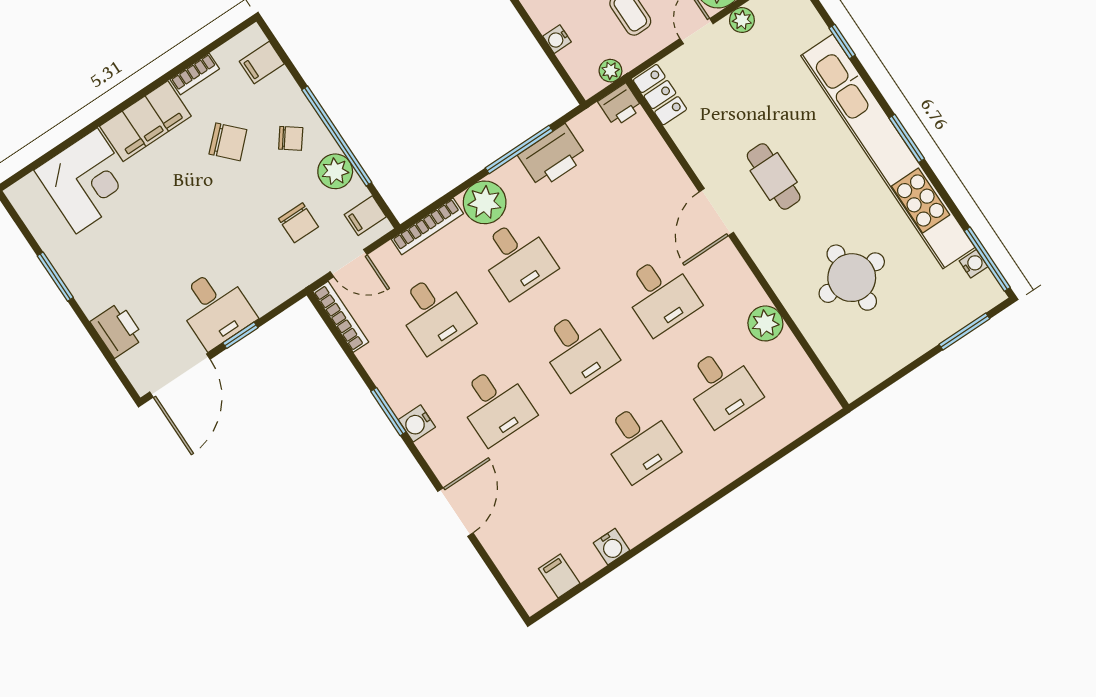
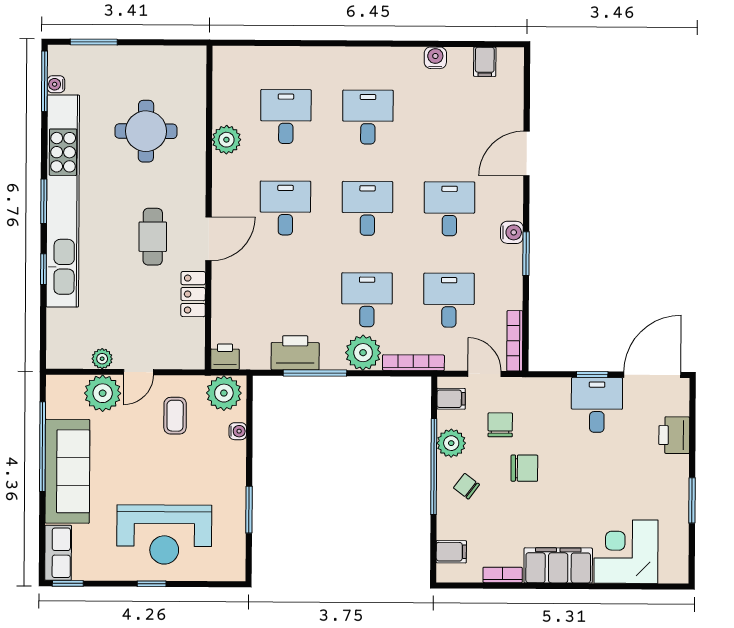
window: (842, 41) -> (43, 269), moved
plant: (610, 71) -> (224, 393), width x1.87, depth x1.87
locker: (660, 95) -> (193, 294), moved
chair: (228, 142) -> (524, 468), moved, turned 134

